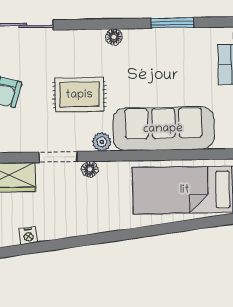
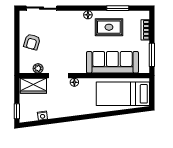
rug: (79, 95) -> (109, 27), moved
plant: (102, 142) -> (38, 68), moved

